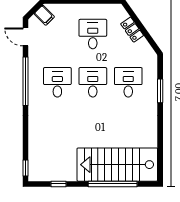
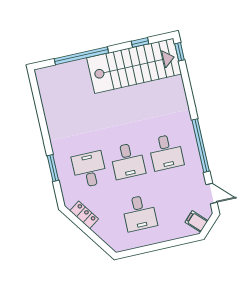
locker: (132, 30) -> (84, 215), moved
desk: (128, 82) -> (89, 169), turned 180
stairs: (117, 165) -> (134, 66), moved

